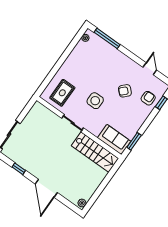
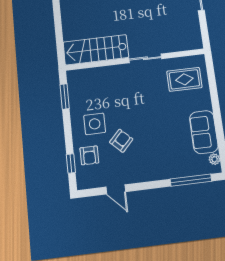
rug: (62, 93) -> (184, 79), turned 90
side table: (95, 101) -> (95, 124), moved
sofa: (114, 140) -> (204, 132), moved, turned 90

